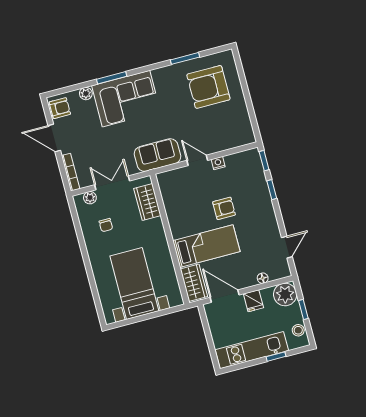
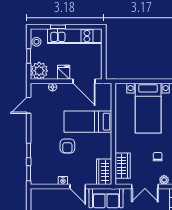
armchair: (224, 208) -> (67, 146), turned -90
wardrobe: (194, 283) -> (104, 172), moved

